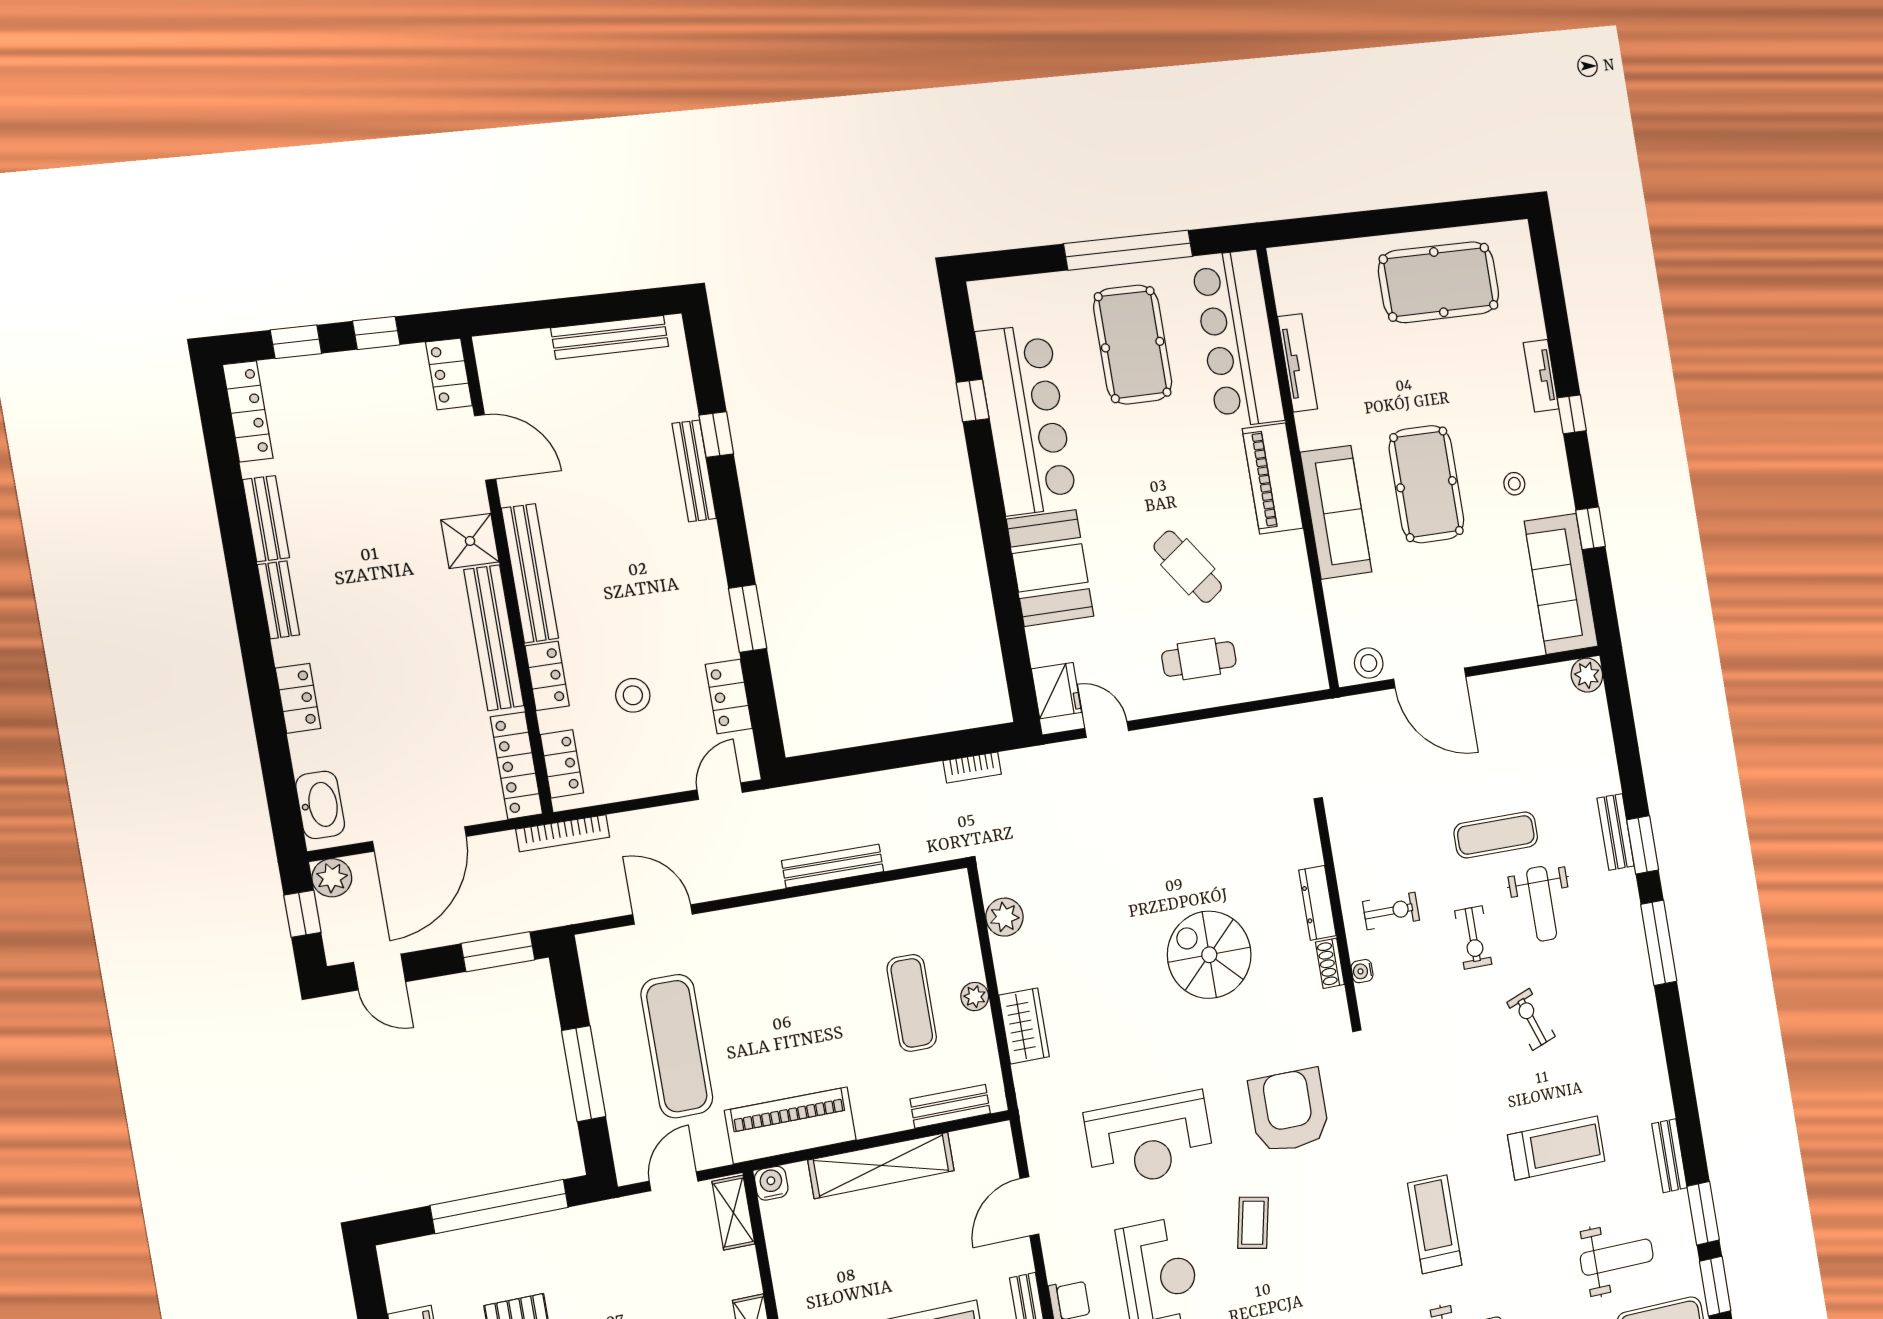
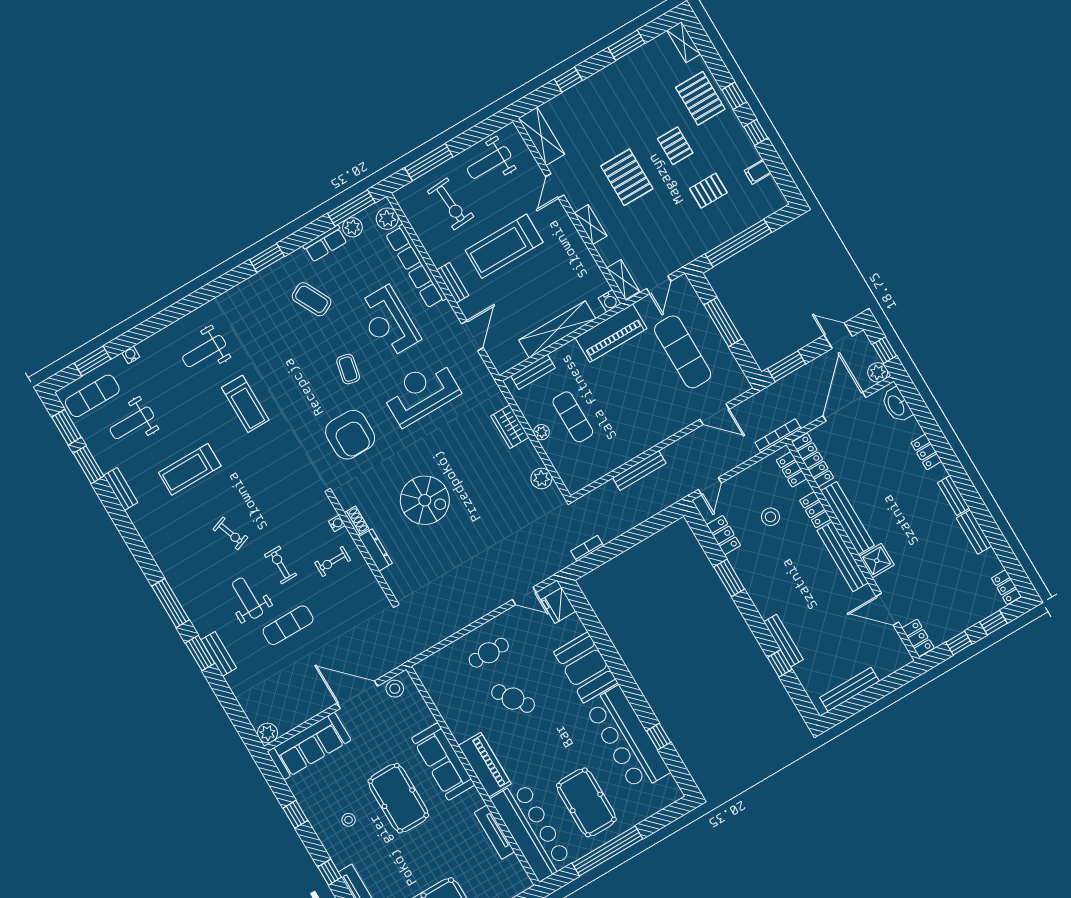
locker: (248, 411) -> (1006, 587), width x0.66
sofa: (1561, 584) -> (309, 746), moved, turned 90

